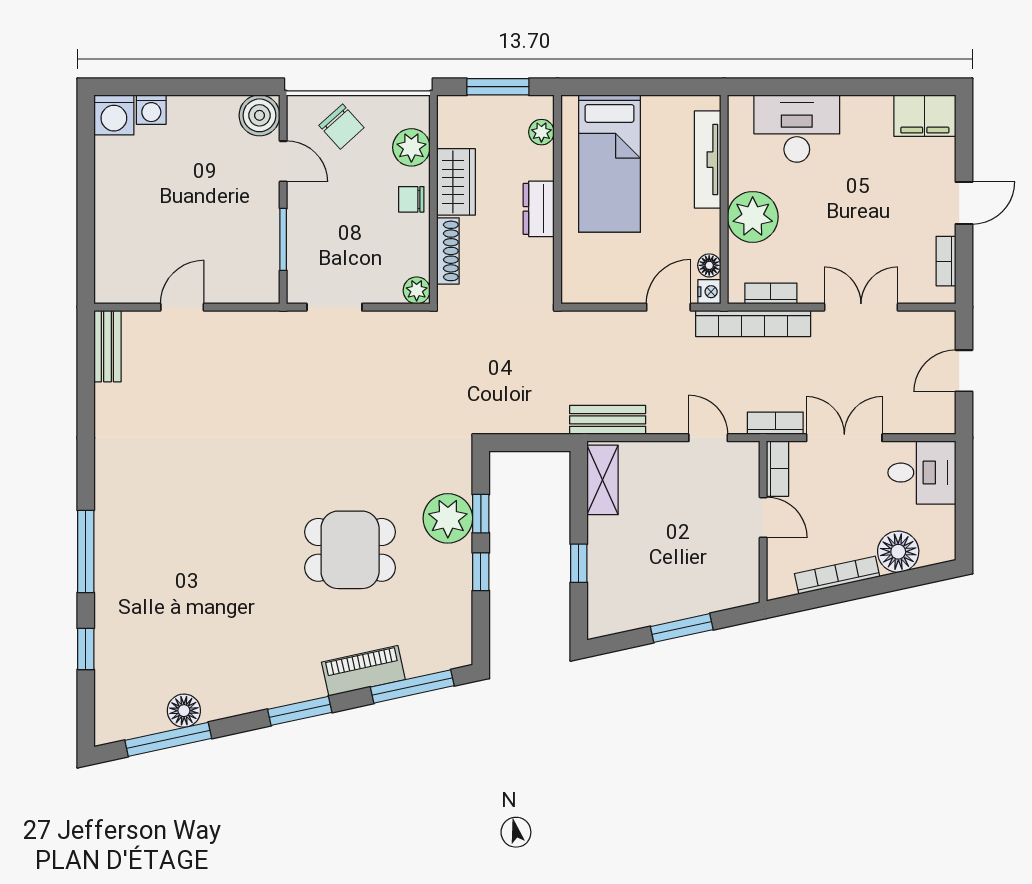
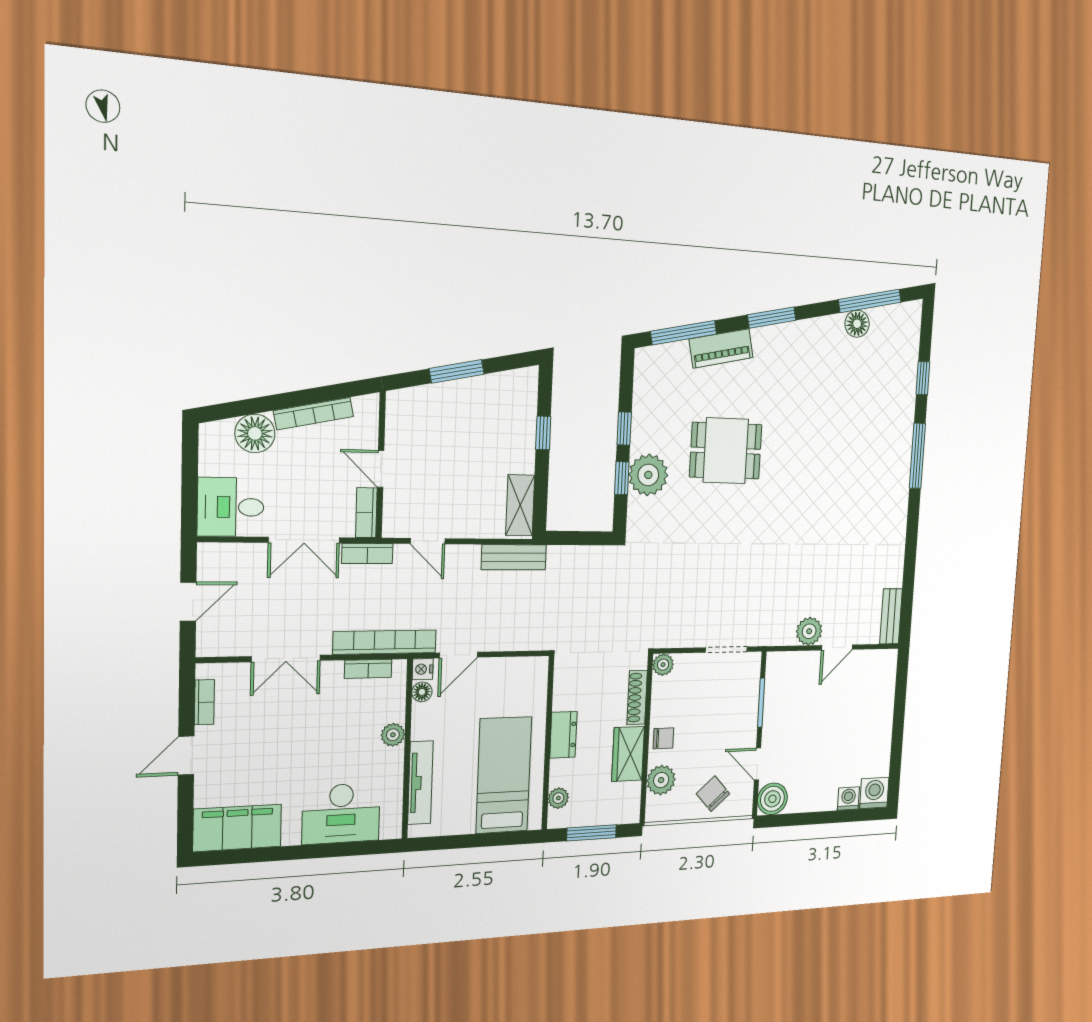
filing cabinet: (925, 116) -> (237, 828), width x1.50, depth x1.17
plant: (753, 217) -> (393, 735), width x0.53, depth x0.53
plant: (223, 328) -> (809, 631), added

